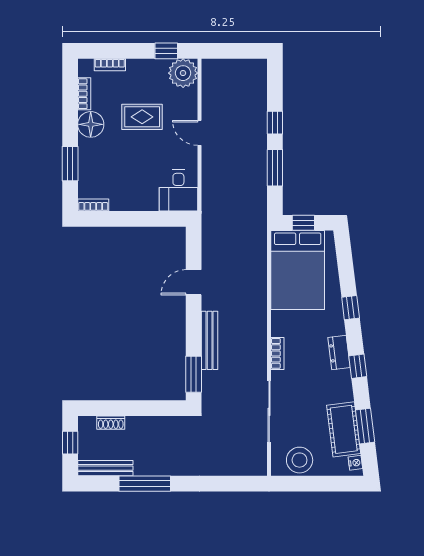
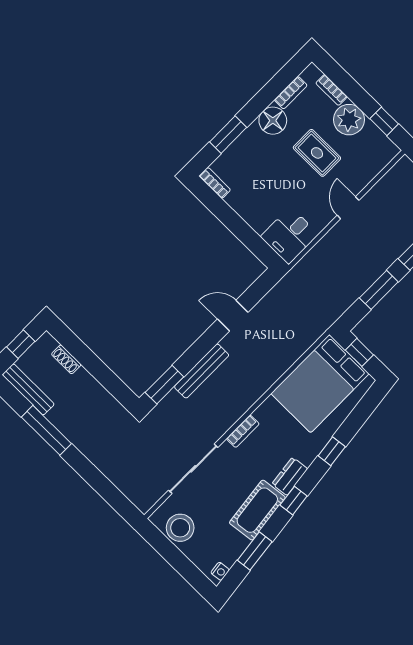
plant: (183, 73) -> (349, 120), moved
cot: (344, 429) -> (257, 510), moved

